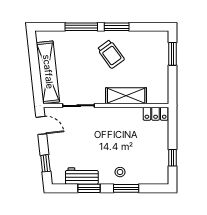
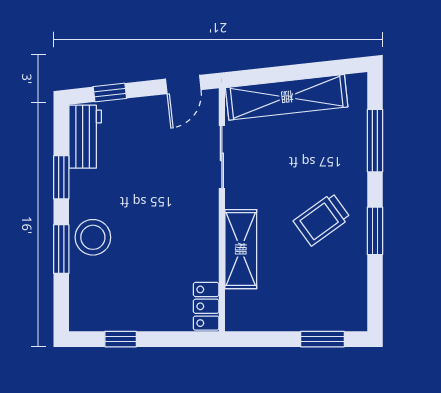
window: (81, 27) -> (375, 141), moved
stool: (120, 172) -> (93, 237), width x1.89, depth x1.89
workbench: (82, 176) -> (85, 137), moved

